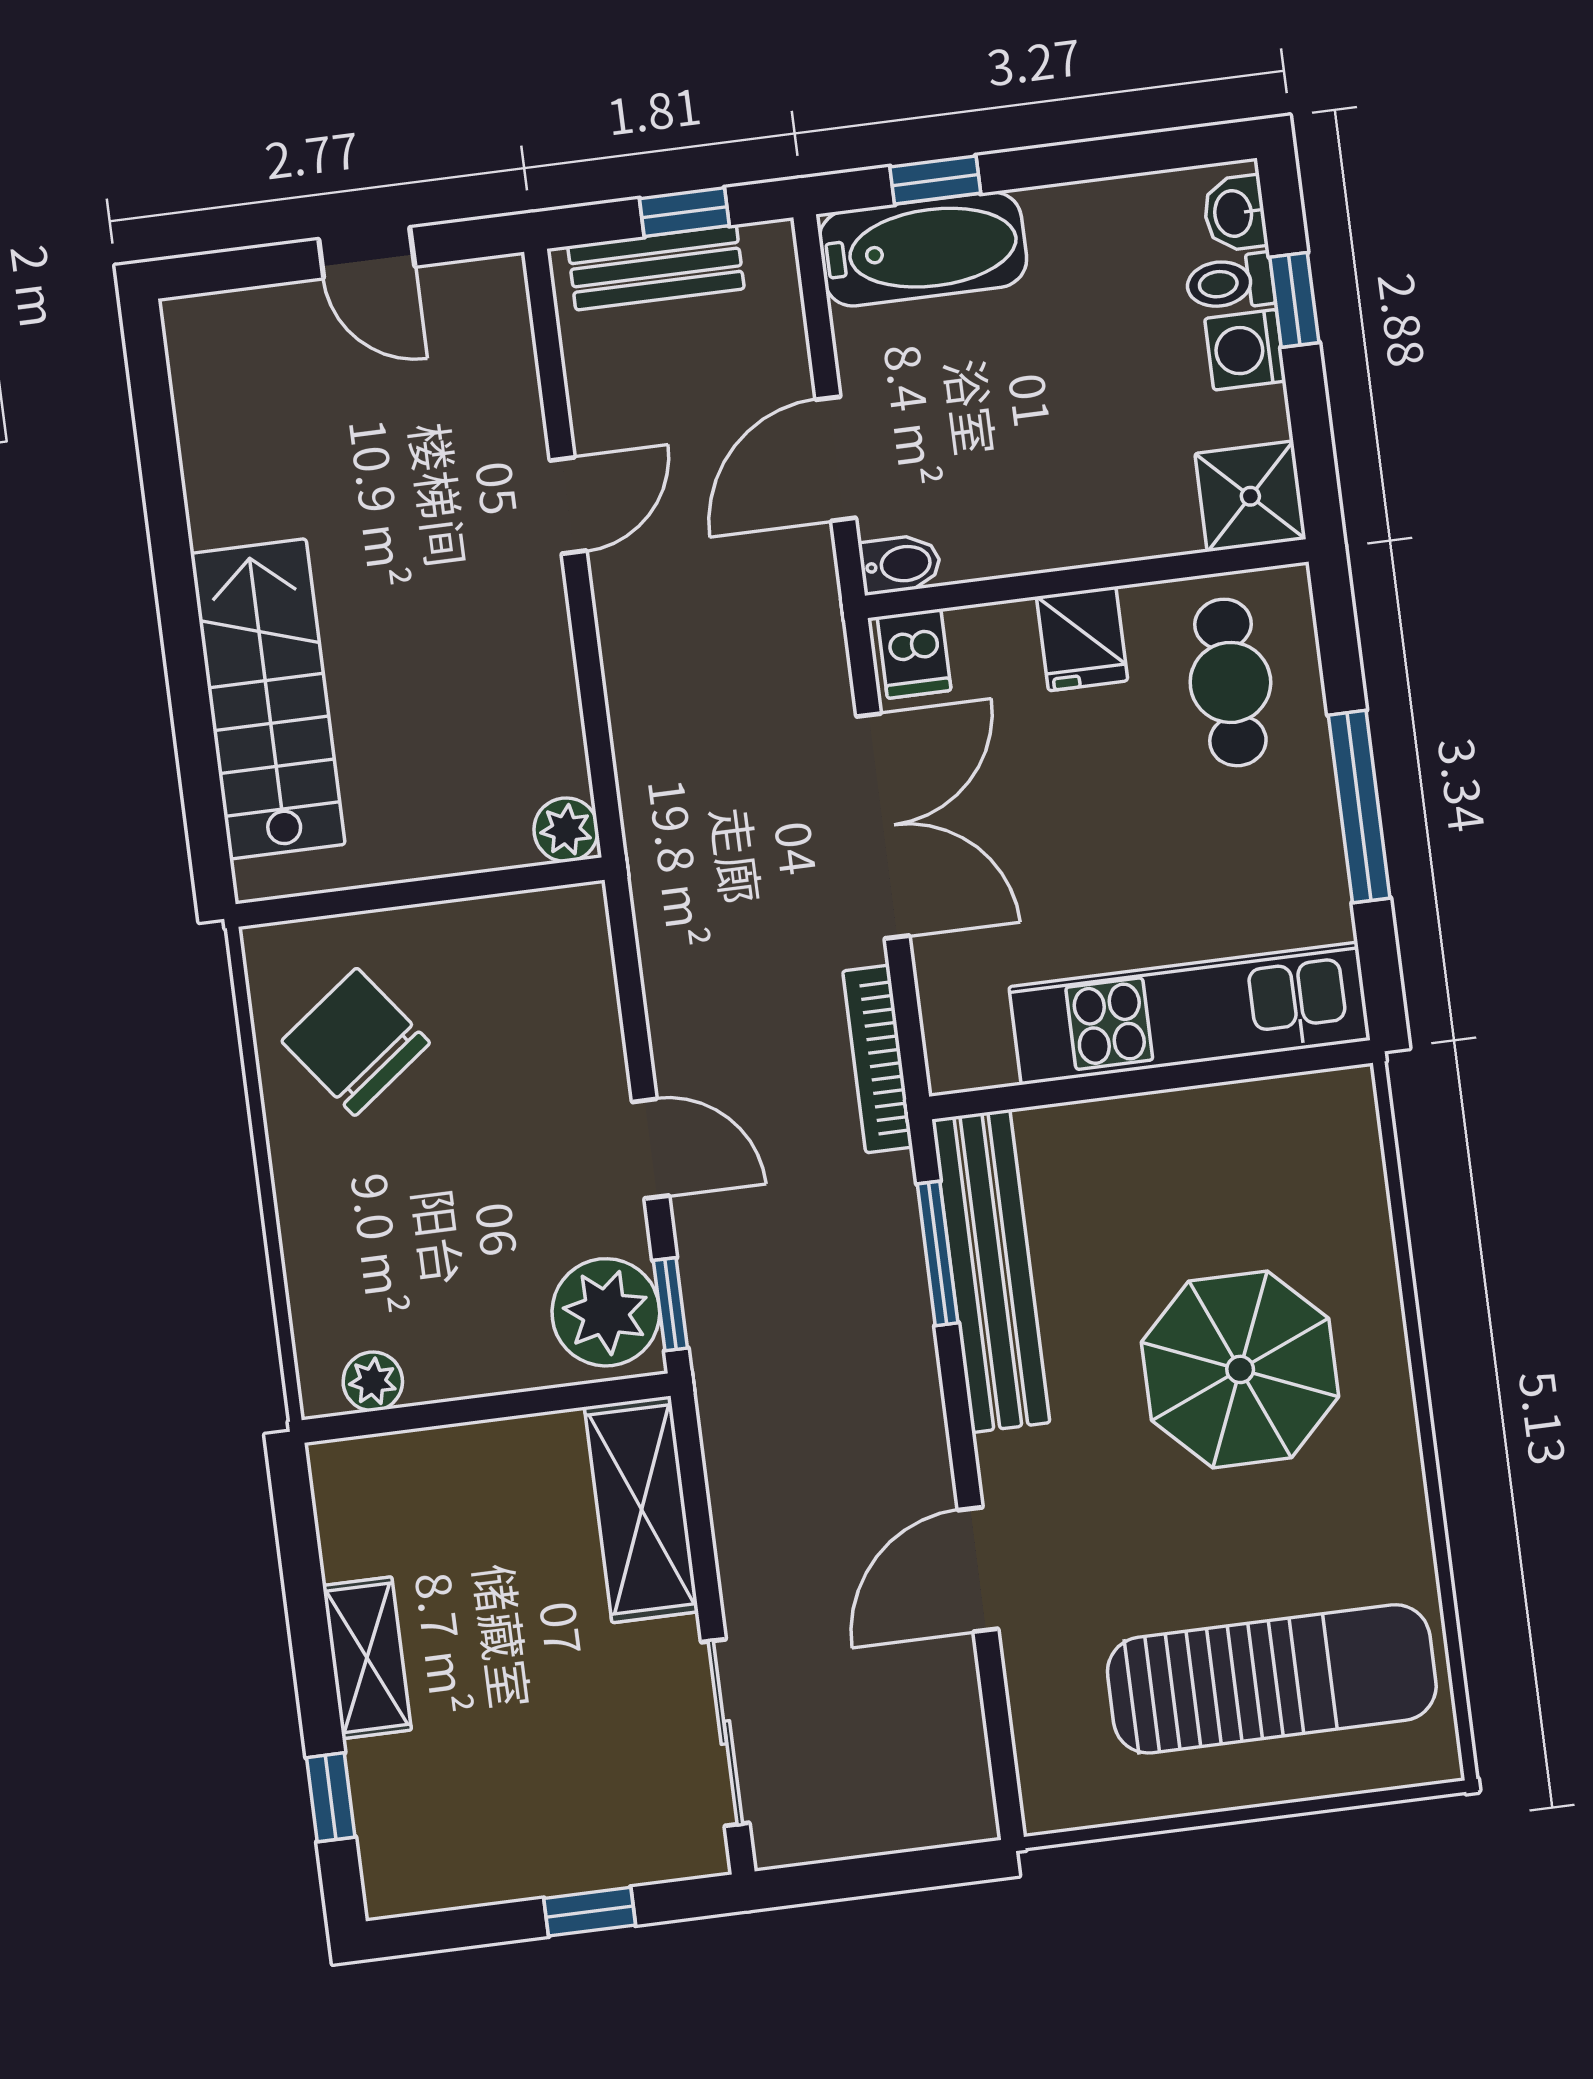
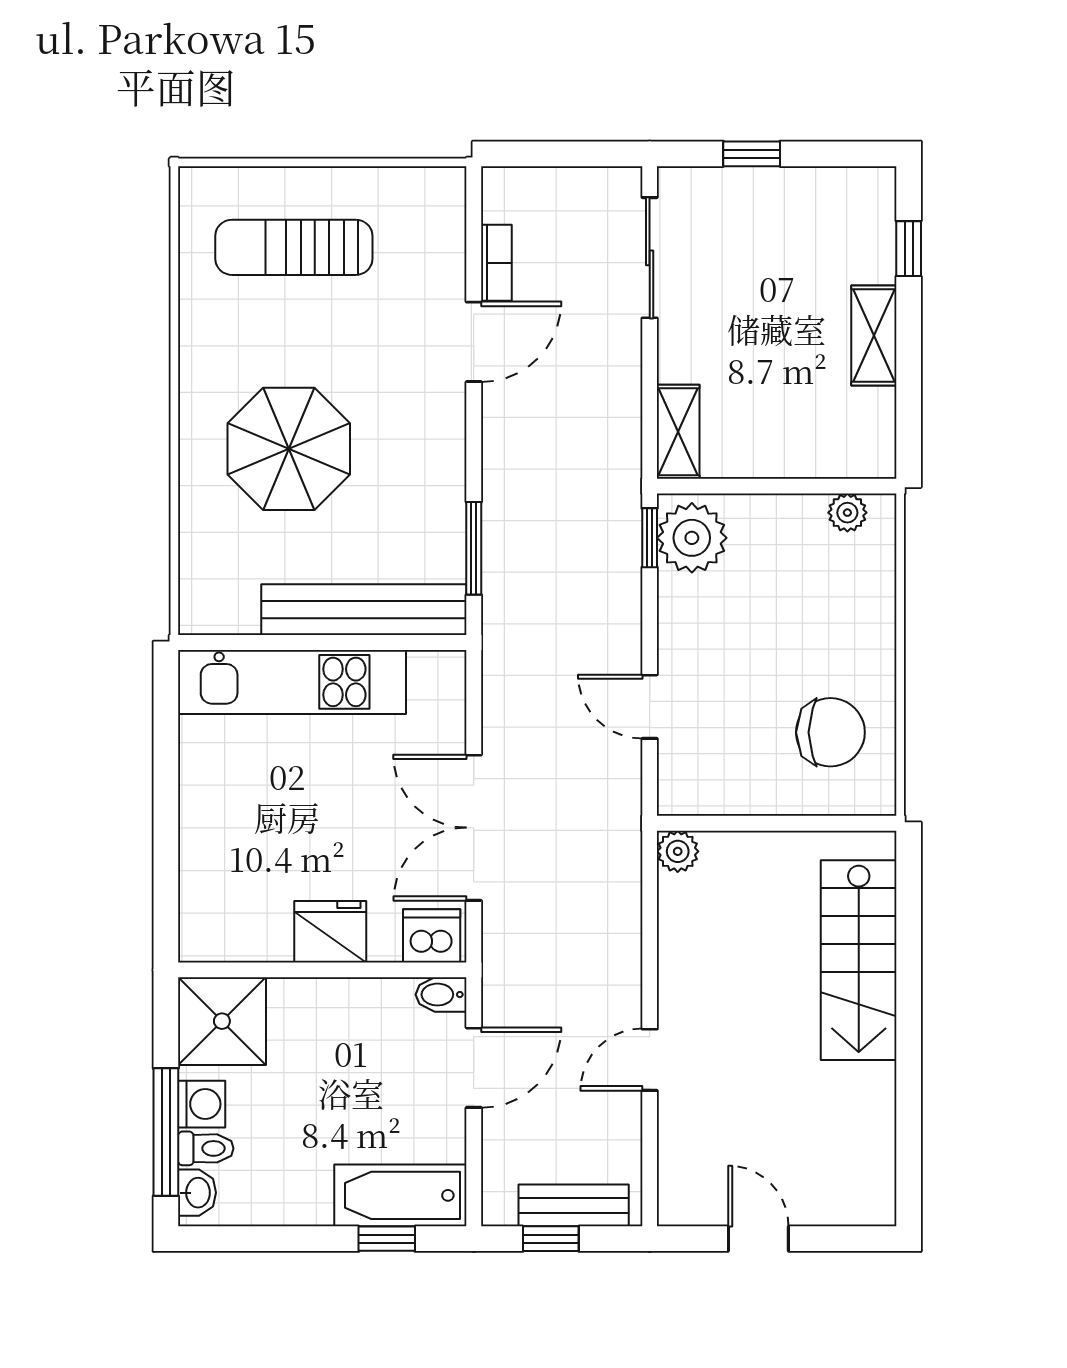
window: (1294, 300) -> (166, 1132), width x2.17
shower: (1250, 496) -> (222, 1021), width x1.36, depth x1.36
fridge: (1082, 639) -> (330, 932), width x1.38
dishwasher: (914, 654) -> (432, 936), width x1.38
cafe table: (1230, 682) -> (238, 891), removed
window: (1359, 807) -> (166, 801), removed
chair: (356, 1042) -> (830, 732), turned -53
bookcase: (878, 1059) -> (496, 263), moved, width x0.64
door: (651, 1149) -> (650, 707), moved
bench: (991, 1271) -> (364, 610), moved, turned 90
shelving: (641, 1509) -> (678, 432), width x0.67, depth x0.75
sun lounger: (1272, 1679) -> (294, 247), width x0.73, depth x0.75

